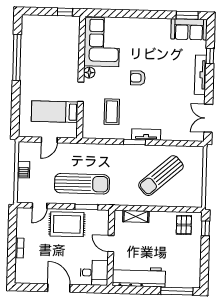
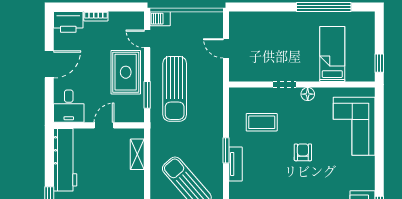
corner sofa: (102, 42) -> (354, 126), moved, turned 90
bed: (55, 112) -> (332, 54), moved
barbecue: (24, 170) -> (160, 19), moved
printer: (24, 271) -> (68, 22), added

